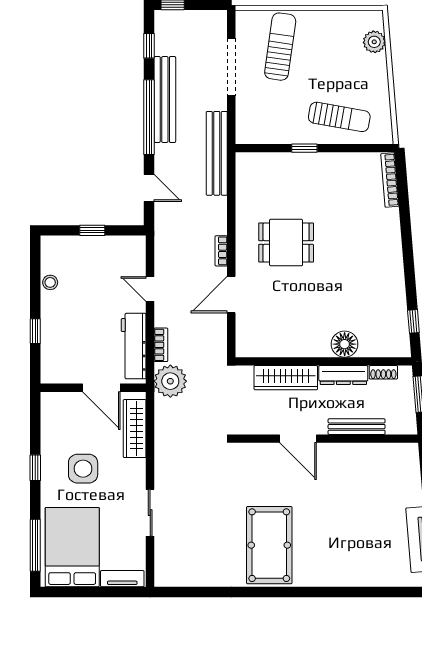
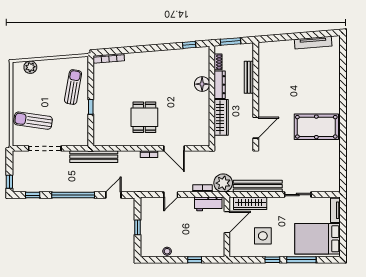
bench: (165, 99) -> (258, 186), moved
workbench: (134, 346) -> (208, 204), width x0.73
door: (298, 439) -> (256, 128), moved
side table: (83, 469) -> (263, 236), moved
window: (35, 545) -> (301, 260), moved

